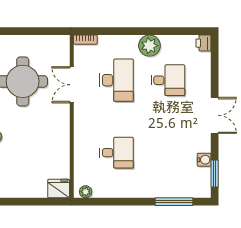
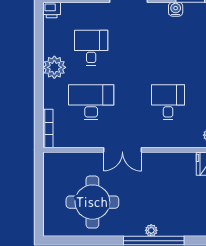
bookcase: (85, 40) -> (48, 128), width x1.56
double door: (72, 85) -> (122, 150), moved

